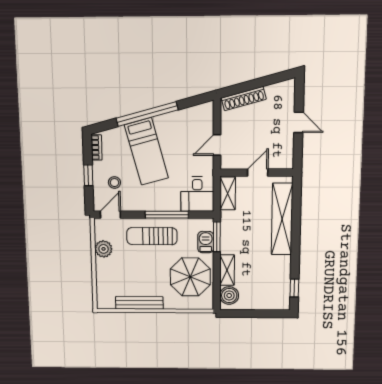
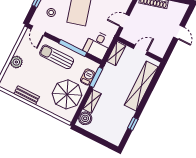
door: (110, 215) -> (38, 31), swing flipped
plant: (104, 249) -> (16, 62), moved
window: (294, 288) -> (133, 124), moved
bench: (139, 303) -> (27, 95), width x0.73

